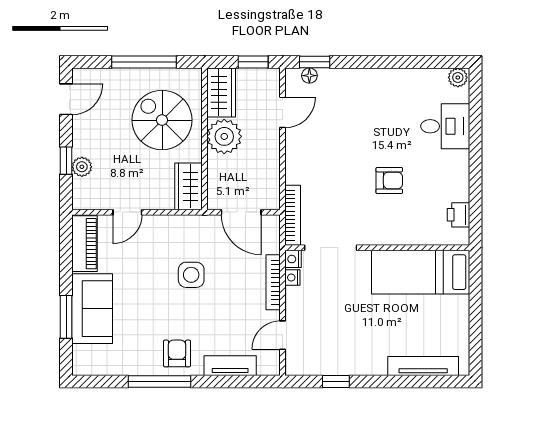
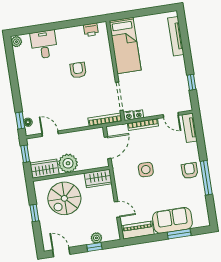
window: (144, 62) -> (34, 213), width x0.46
armchair: (177, 353) -> (190, 171), turned 90
tv unit: (230, 366) -> (190, 128), moved

